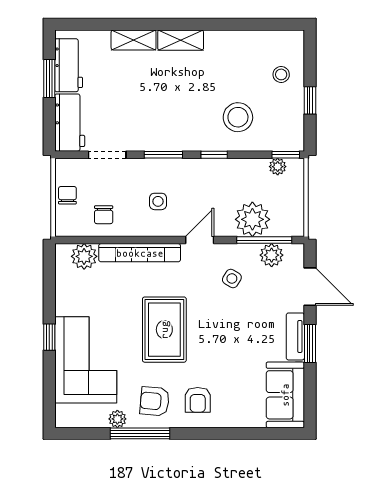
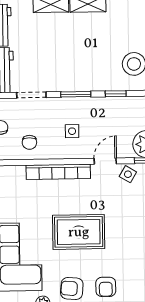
plant: (84, 256) -> (15, 175), removed
side table: (232, 278) -> (128, 174), moved
rug: (164, 330) -> (79, 232), turned 90

